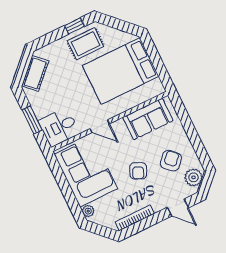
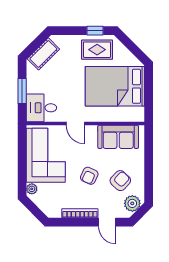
bookcase: (135, 218) -> (80, 213), moved

